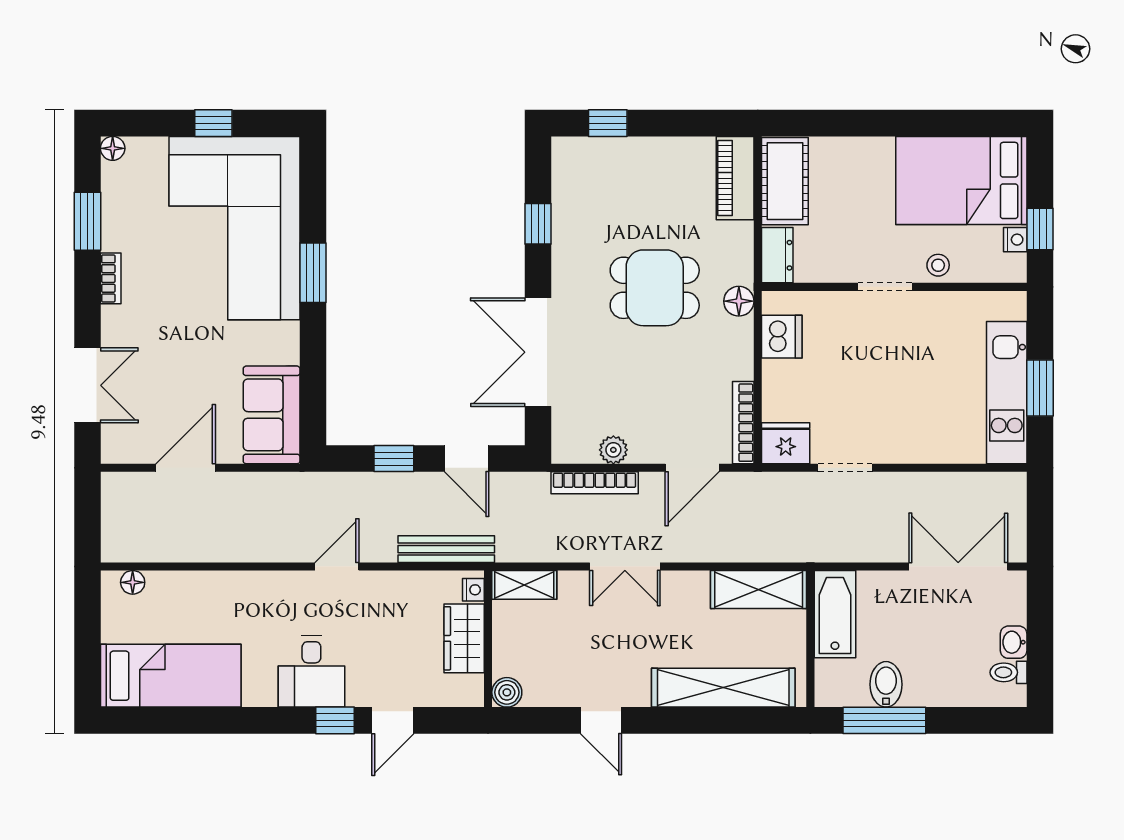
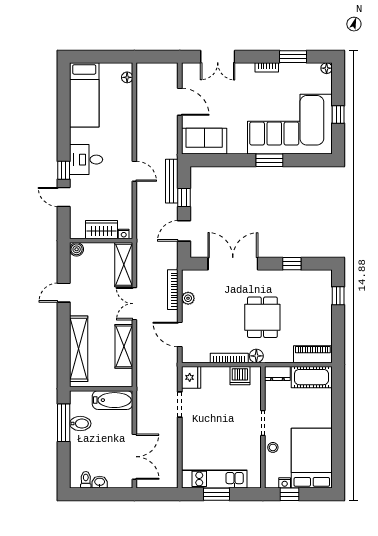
bookcase: (743, 423) -> (229, 358), moved
bench: (446, 549) -> (172, 181), moved
shelving: (524, 585) -> (124, 265), width x1.50, depth x1.33
shelving: (759, 590) -> (124, 346), moved

